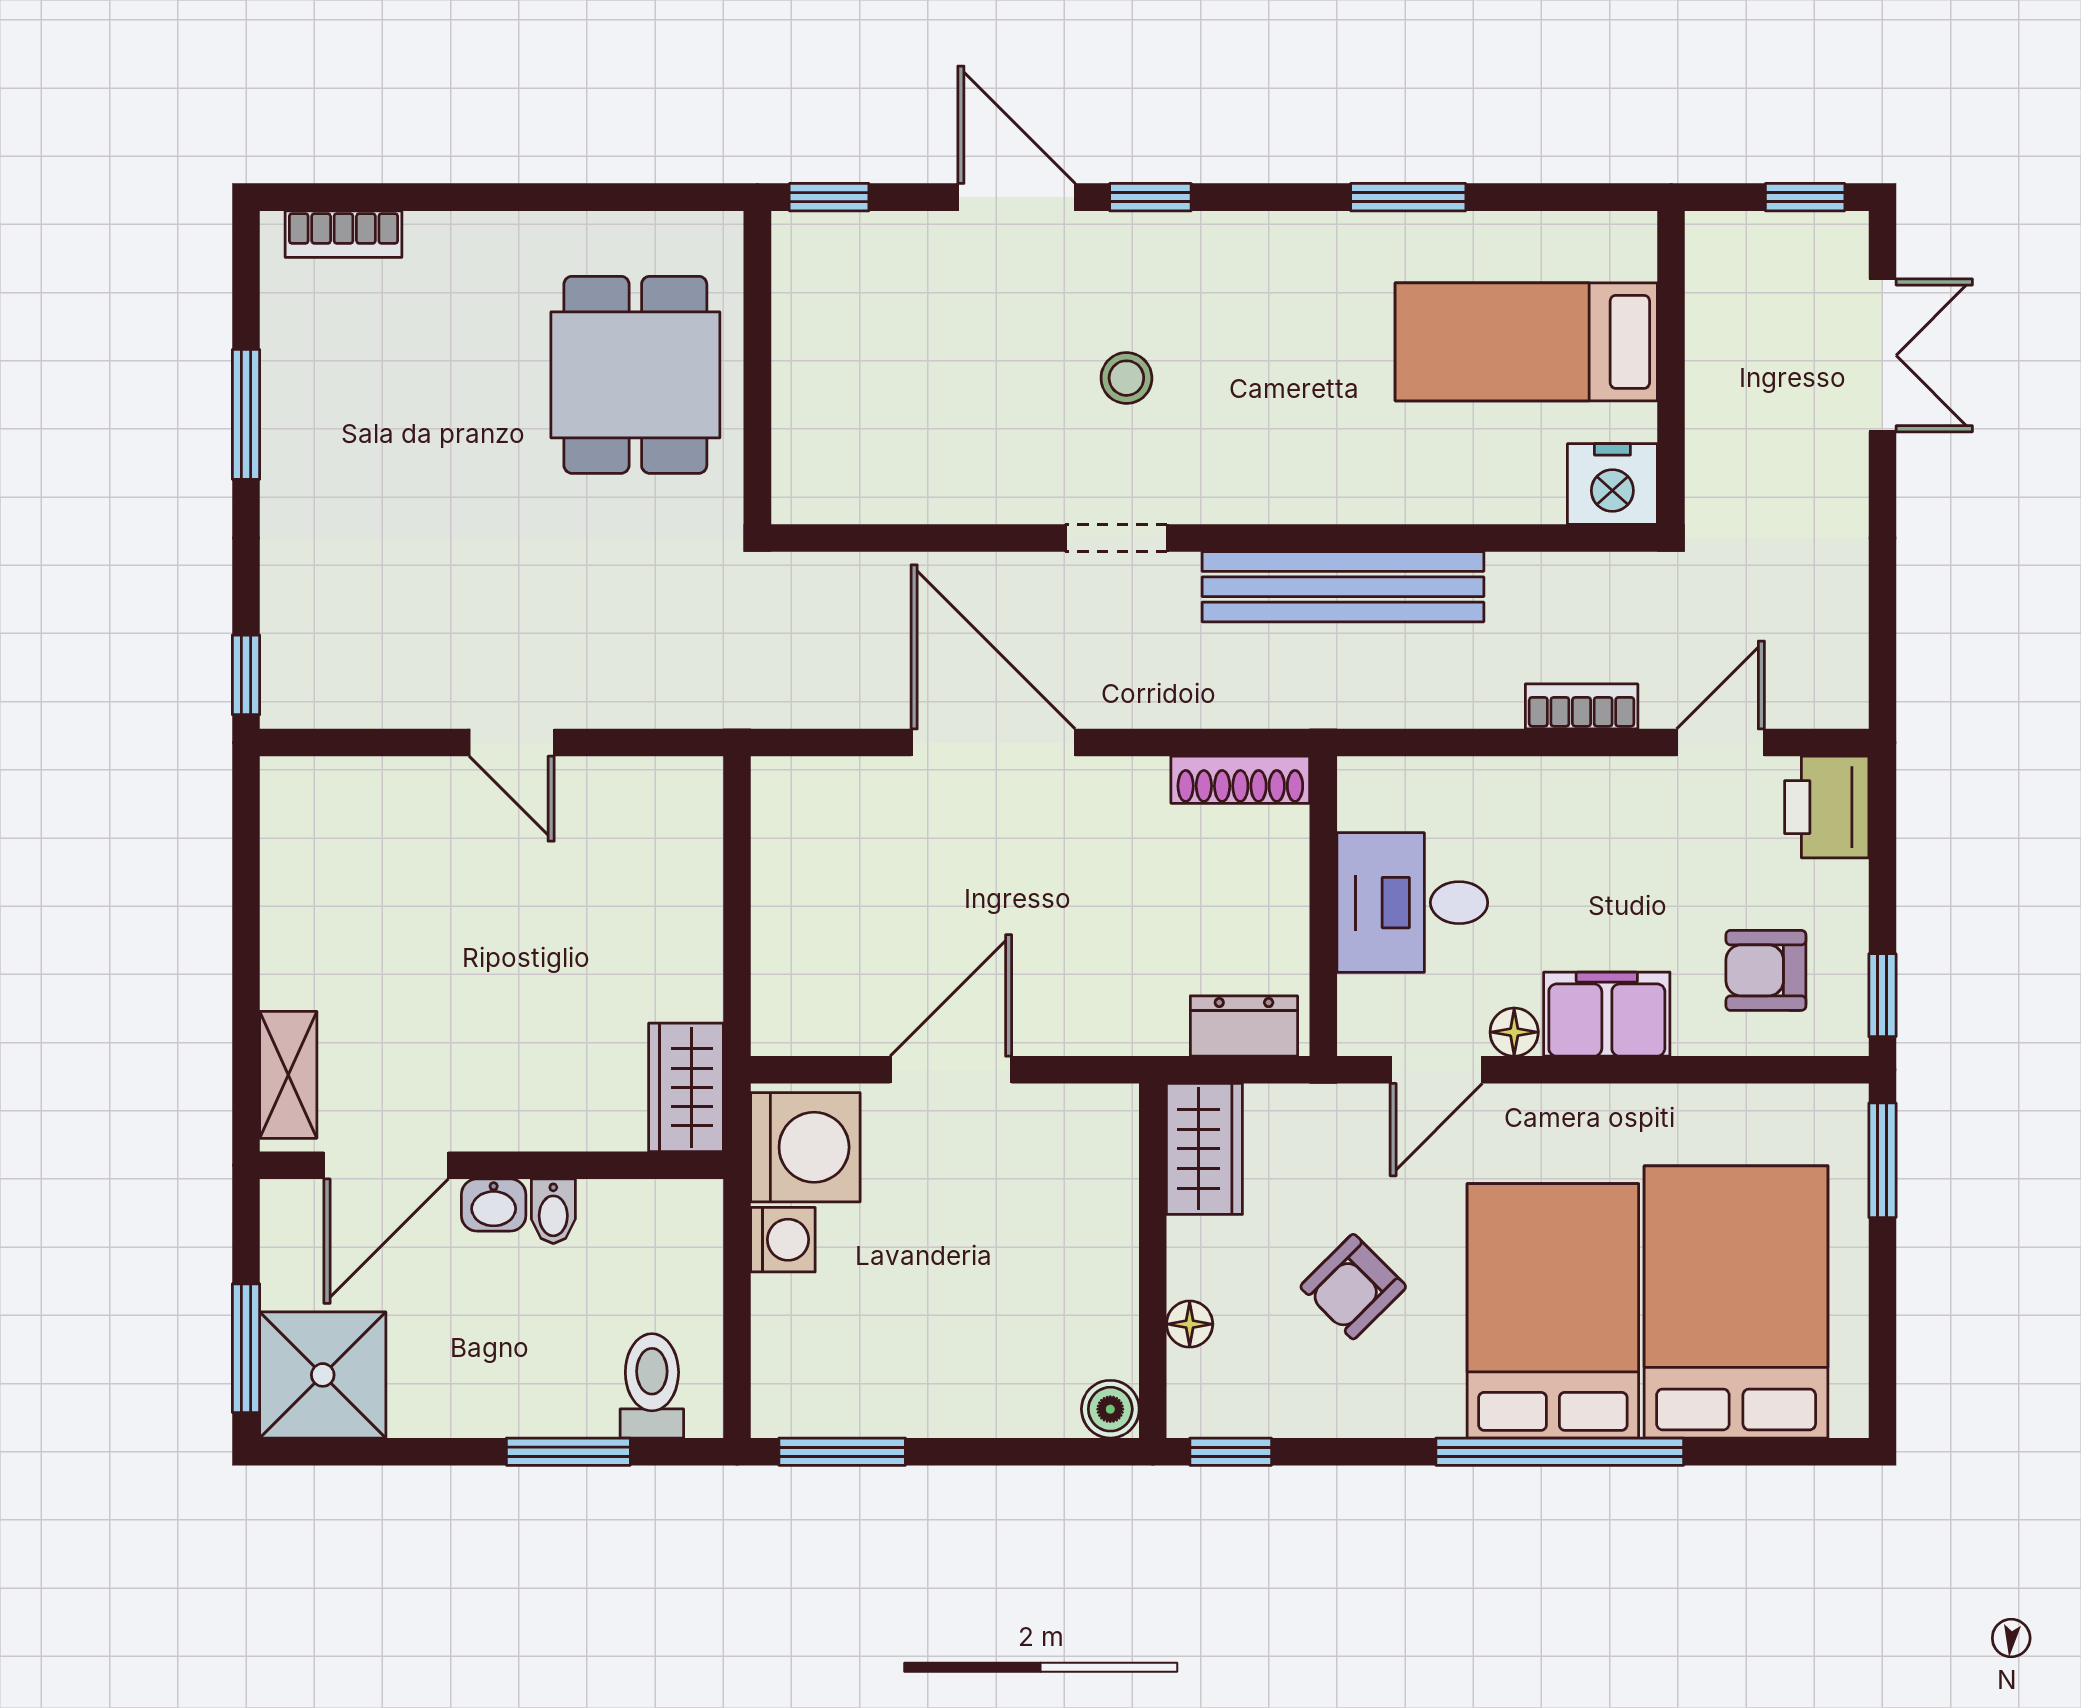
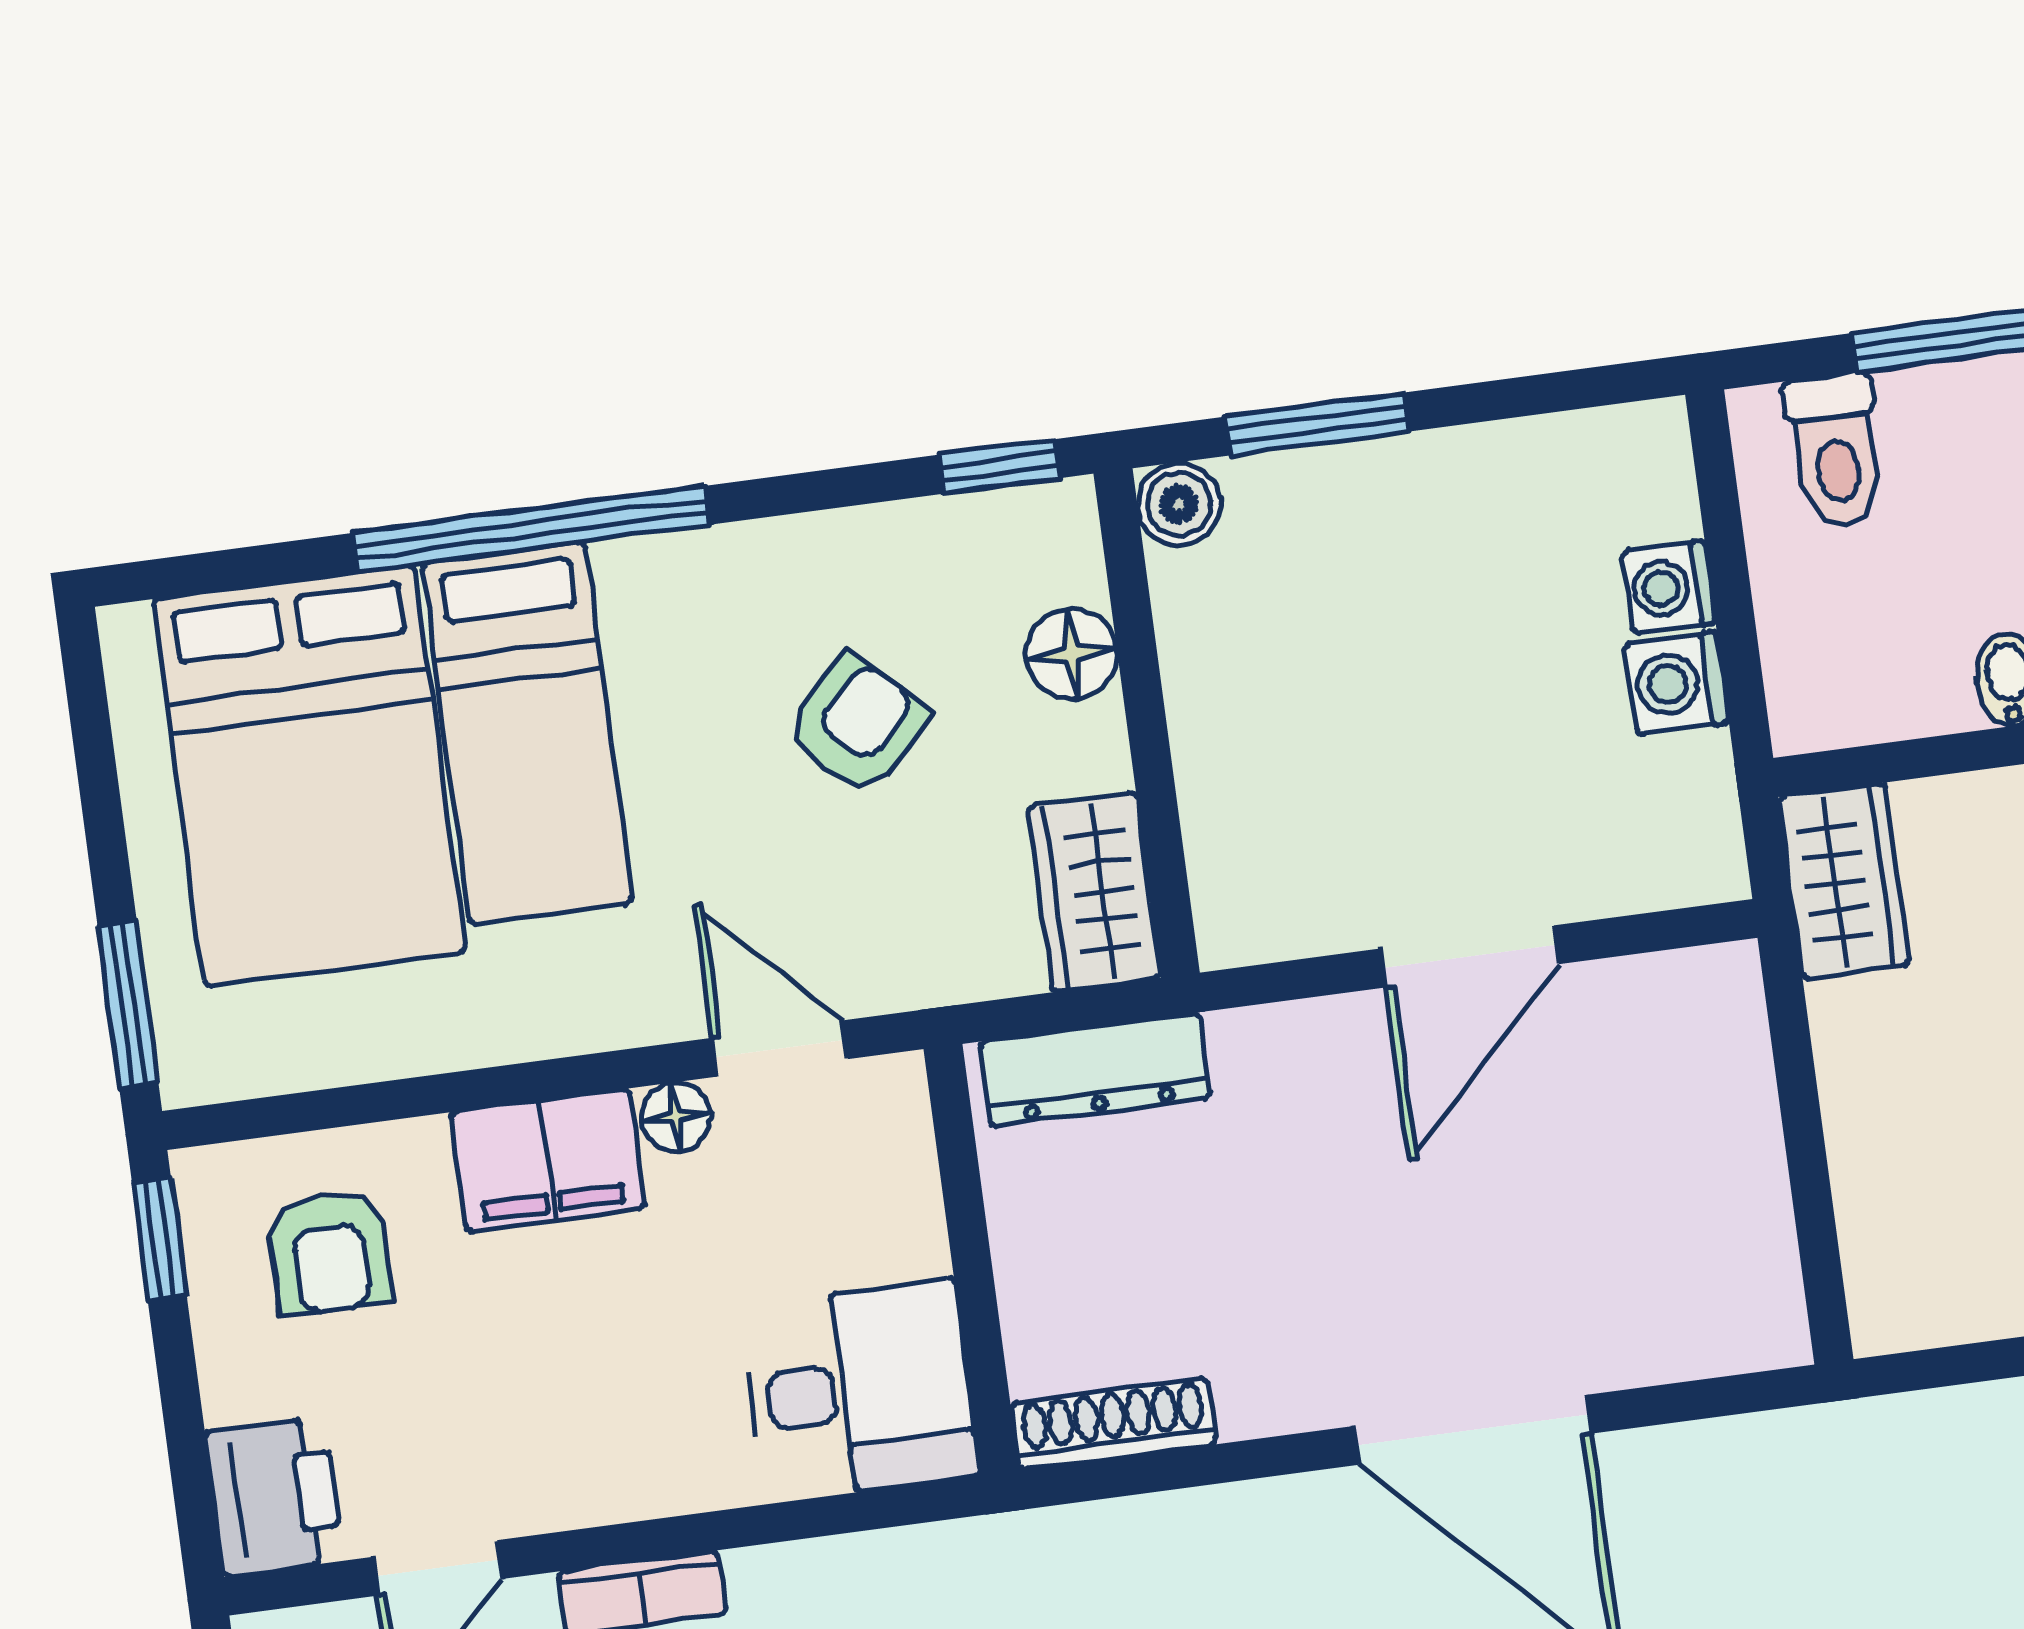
desk: (1412, 903) -> (860, 1391), moved
armchair: (1766, 970) -> (330, 1253), turned 90
dresser: (1244, 1026) -> (1095, 1070), width x1.44
door: (1436, 1070) -> (780, 1048), hinge flipped
washing machine: (805, 1147) -> (1669, 587), moved, width x0.53, depth x0.53
bed: (1553, 1311) -> (527, 733), width x0.67
floor lamp: (1190, 1324) -> (1072, 654), width x1.37, depth x1.37
window: (842, 1452) -> (1318, 424), moved

